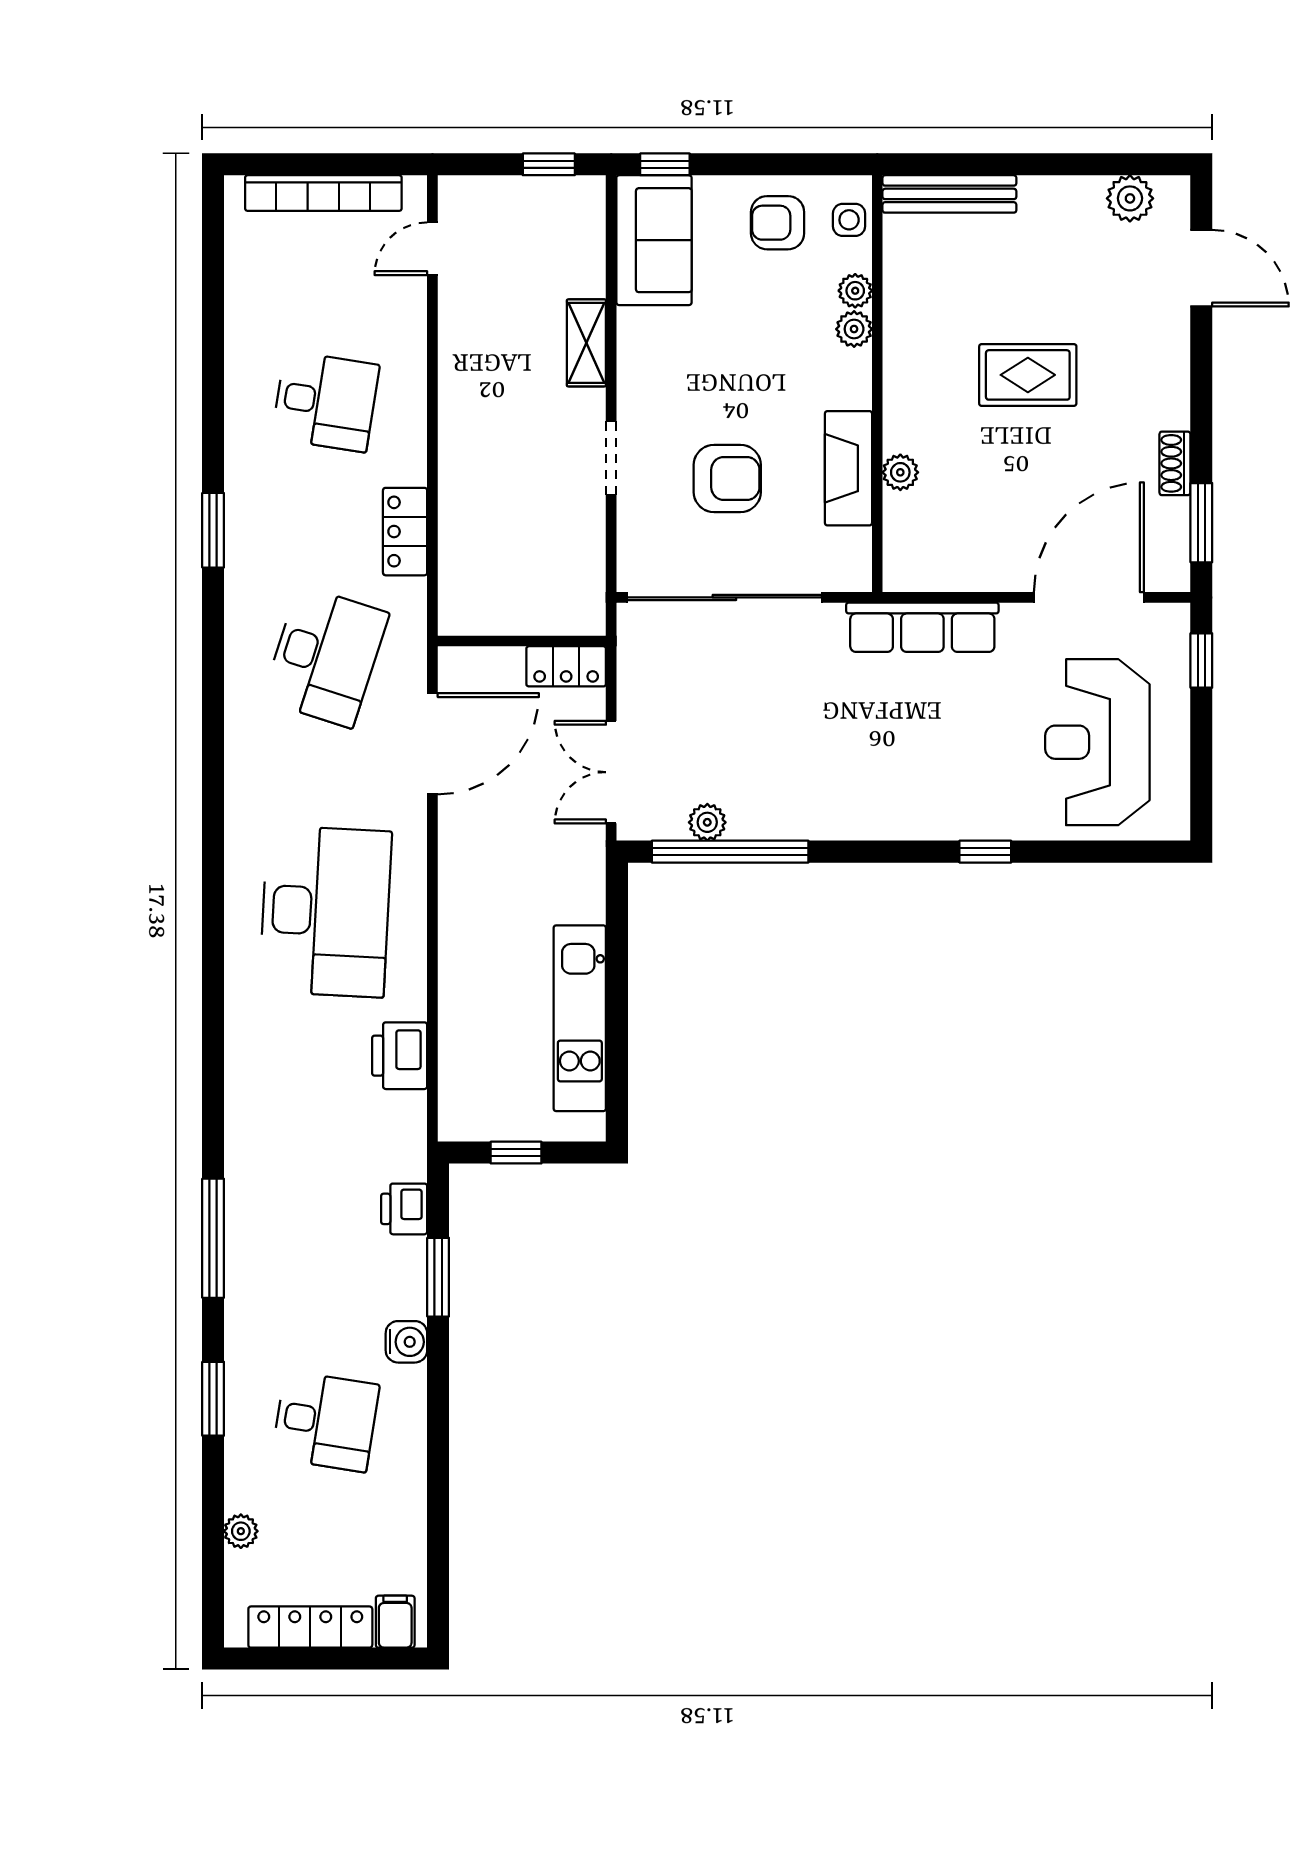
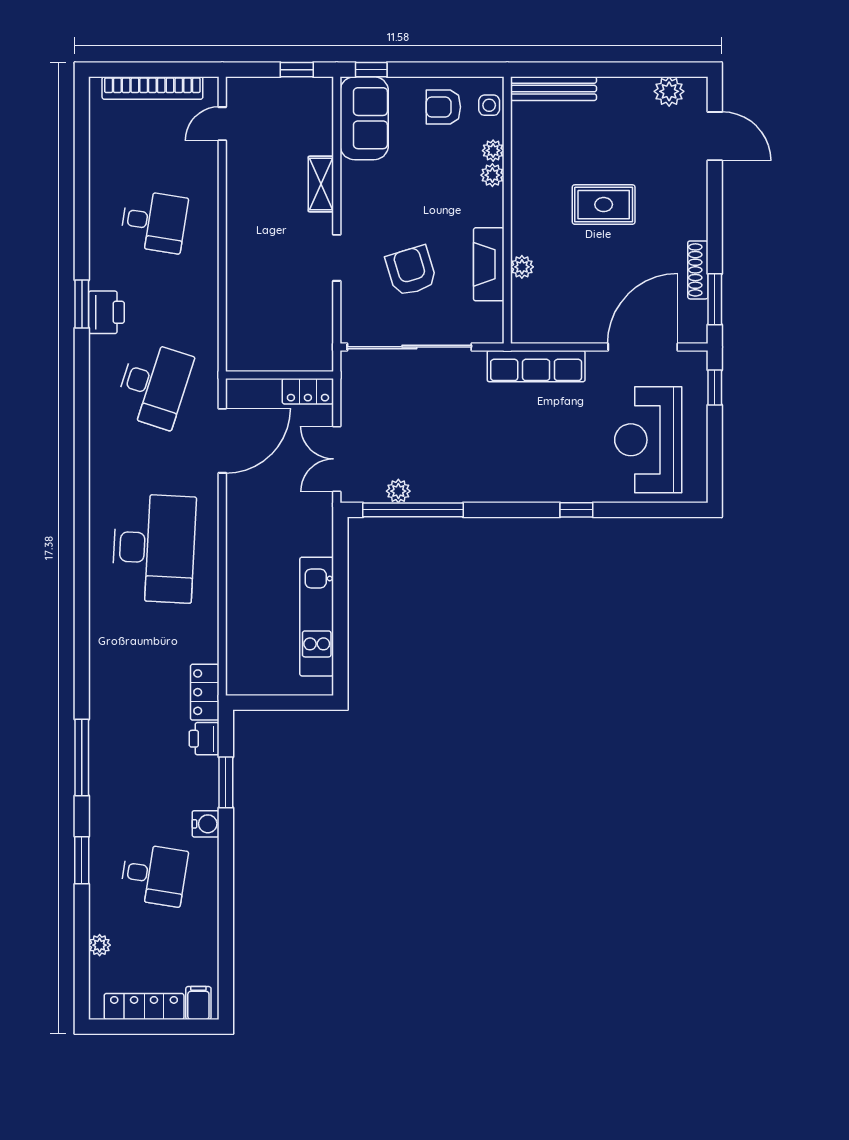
shoe rack: (1175, 463) -> (698, 270), width x1.43
armchair: (727, 478) -> (411, 271), turned -107
locker: (405, 532) -> (205, 692), moved
printer: (400, 1056) -> (106, 312), moved, turned 180
window: (516, 1153) -> (276, 703), removed

